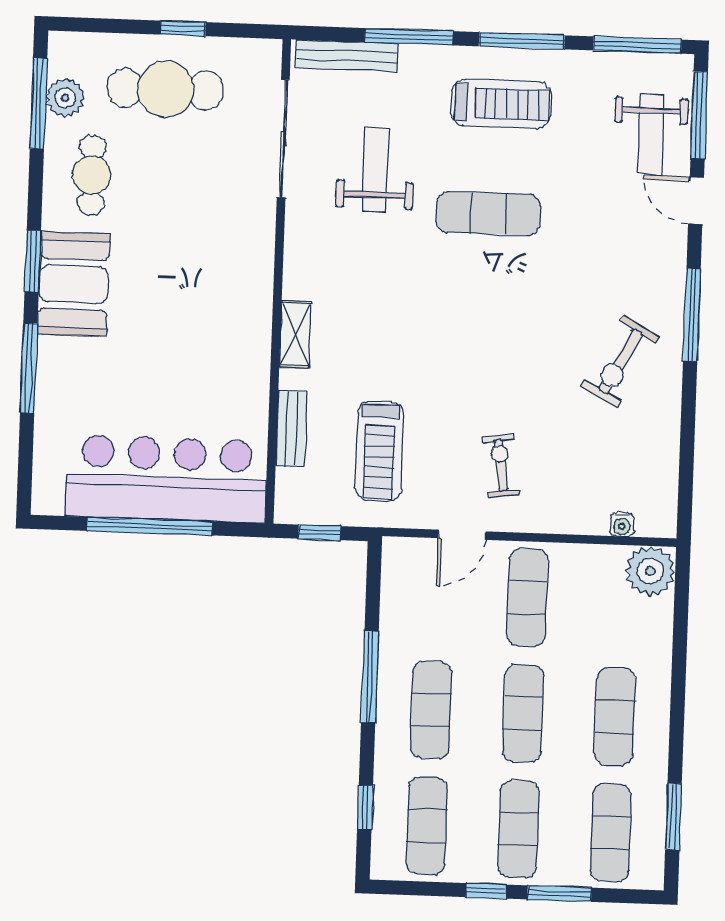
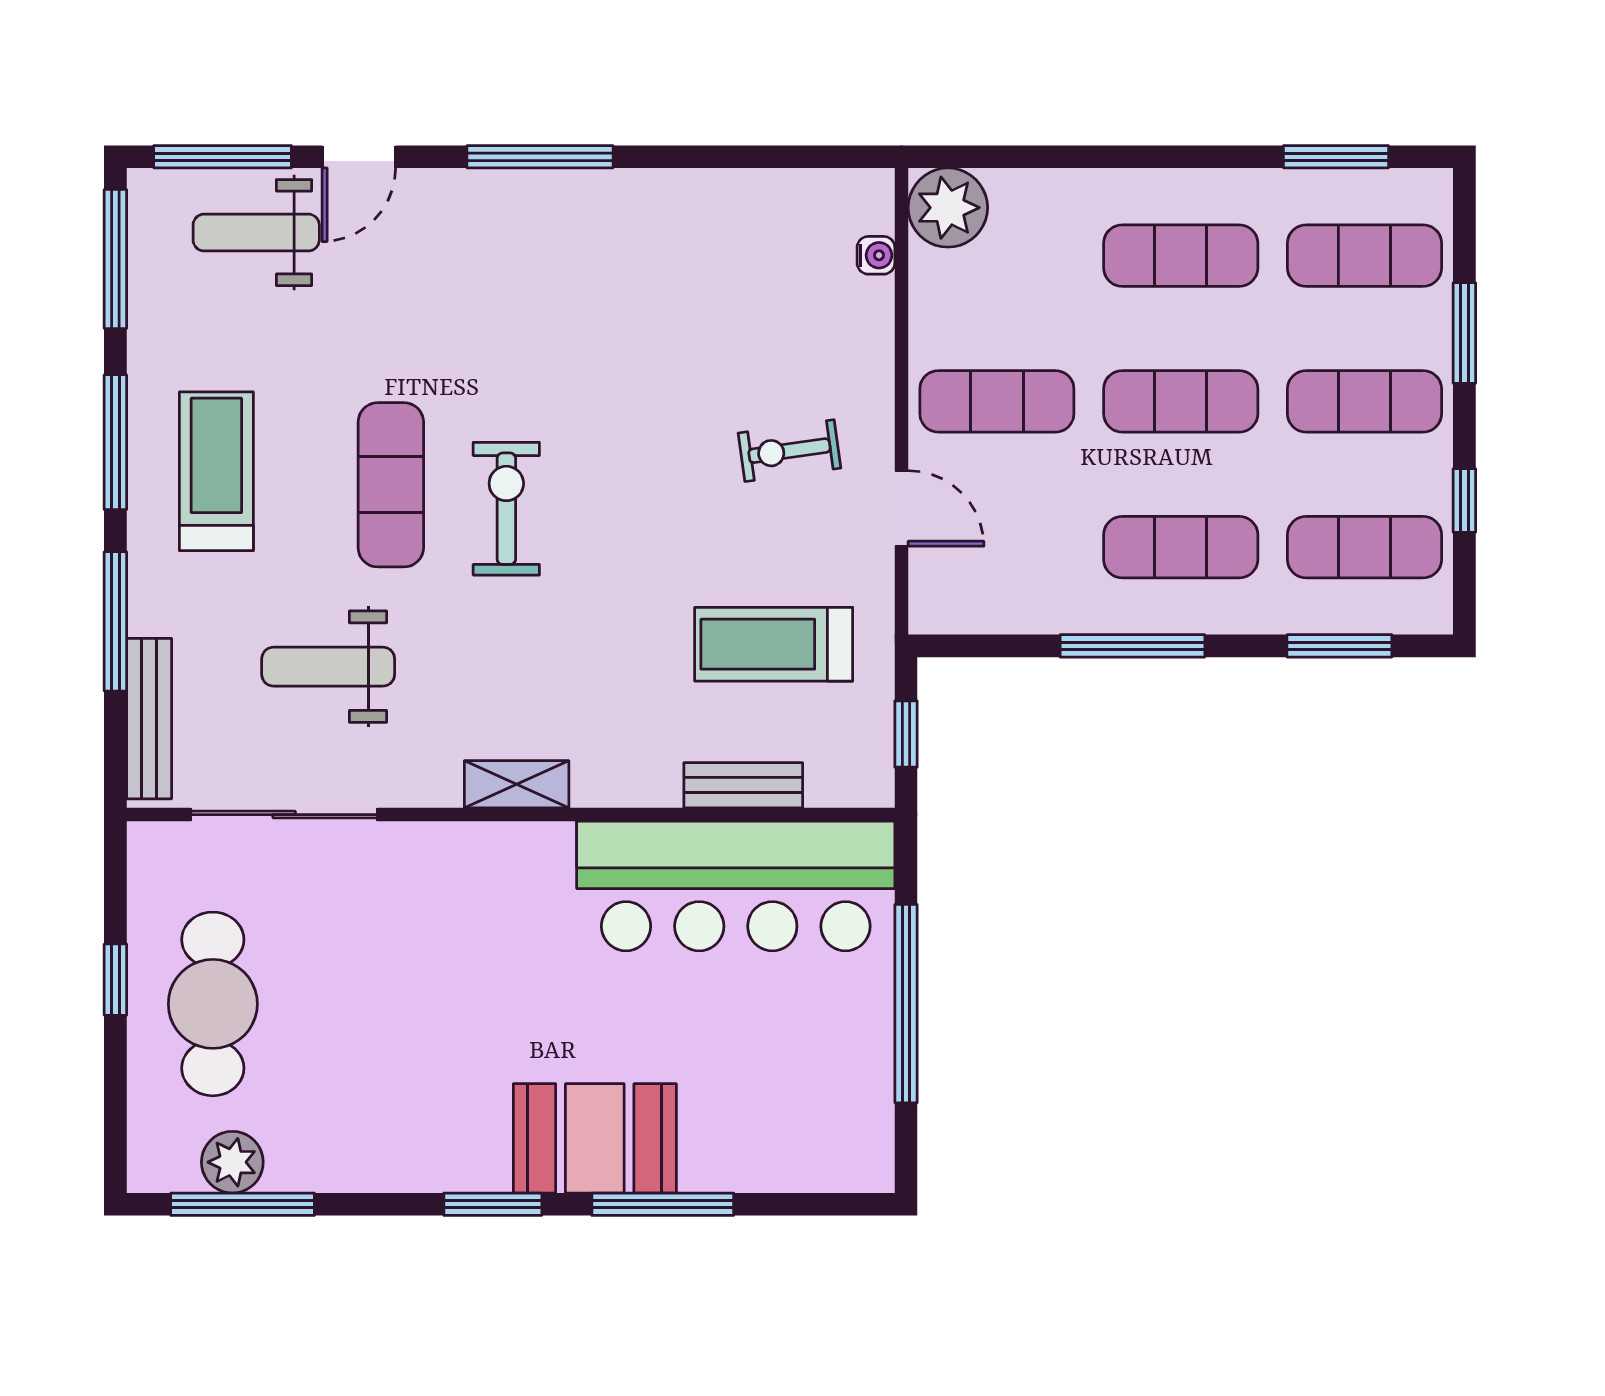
weight bench: (651, 134) -> (256, 233), turned 180
cafe table: (92, 175) -> (353, 1116), removed
booth: (73, 284) -> (595, 1138), moved
shelving: (295, 334) -> (517, 784), moved
exercise bike: (620, 362) -> (506, 509), moved, turned -119
treadmill: (379, 451) -> (774, 644), turned 180
bar counter: (166, 479) -> (736, 886), moved, turned -90
window: (365, 808) -> (1339, 646), width x1.50
window: (486, 891) -> (1464, 501), moved

